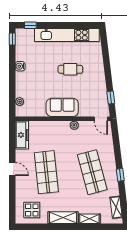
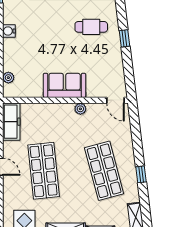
cafe table: (70, 69) -> (91, 27), moved
window: (111, 98) -> (125, 38), moved

